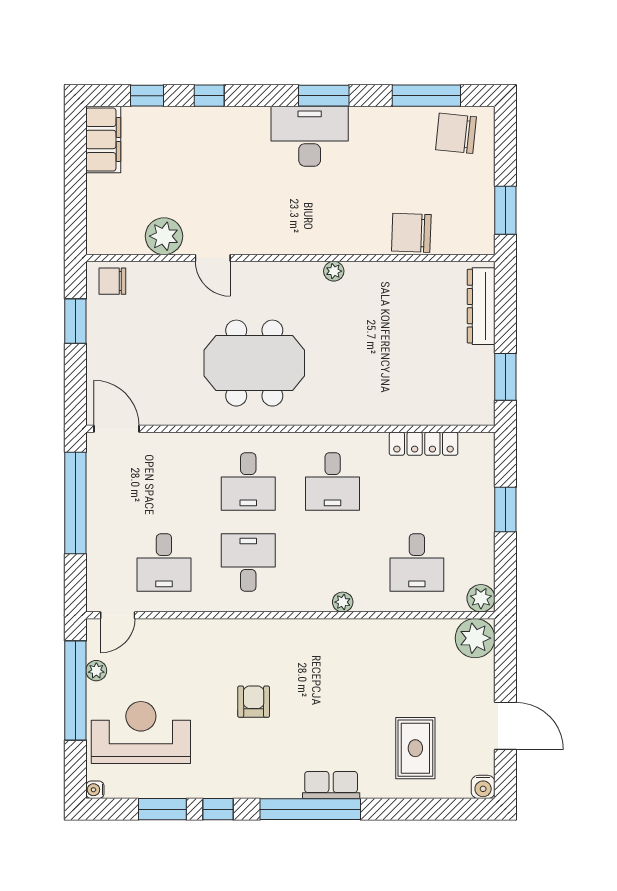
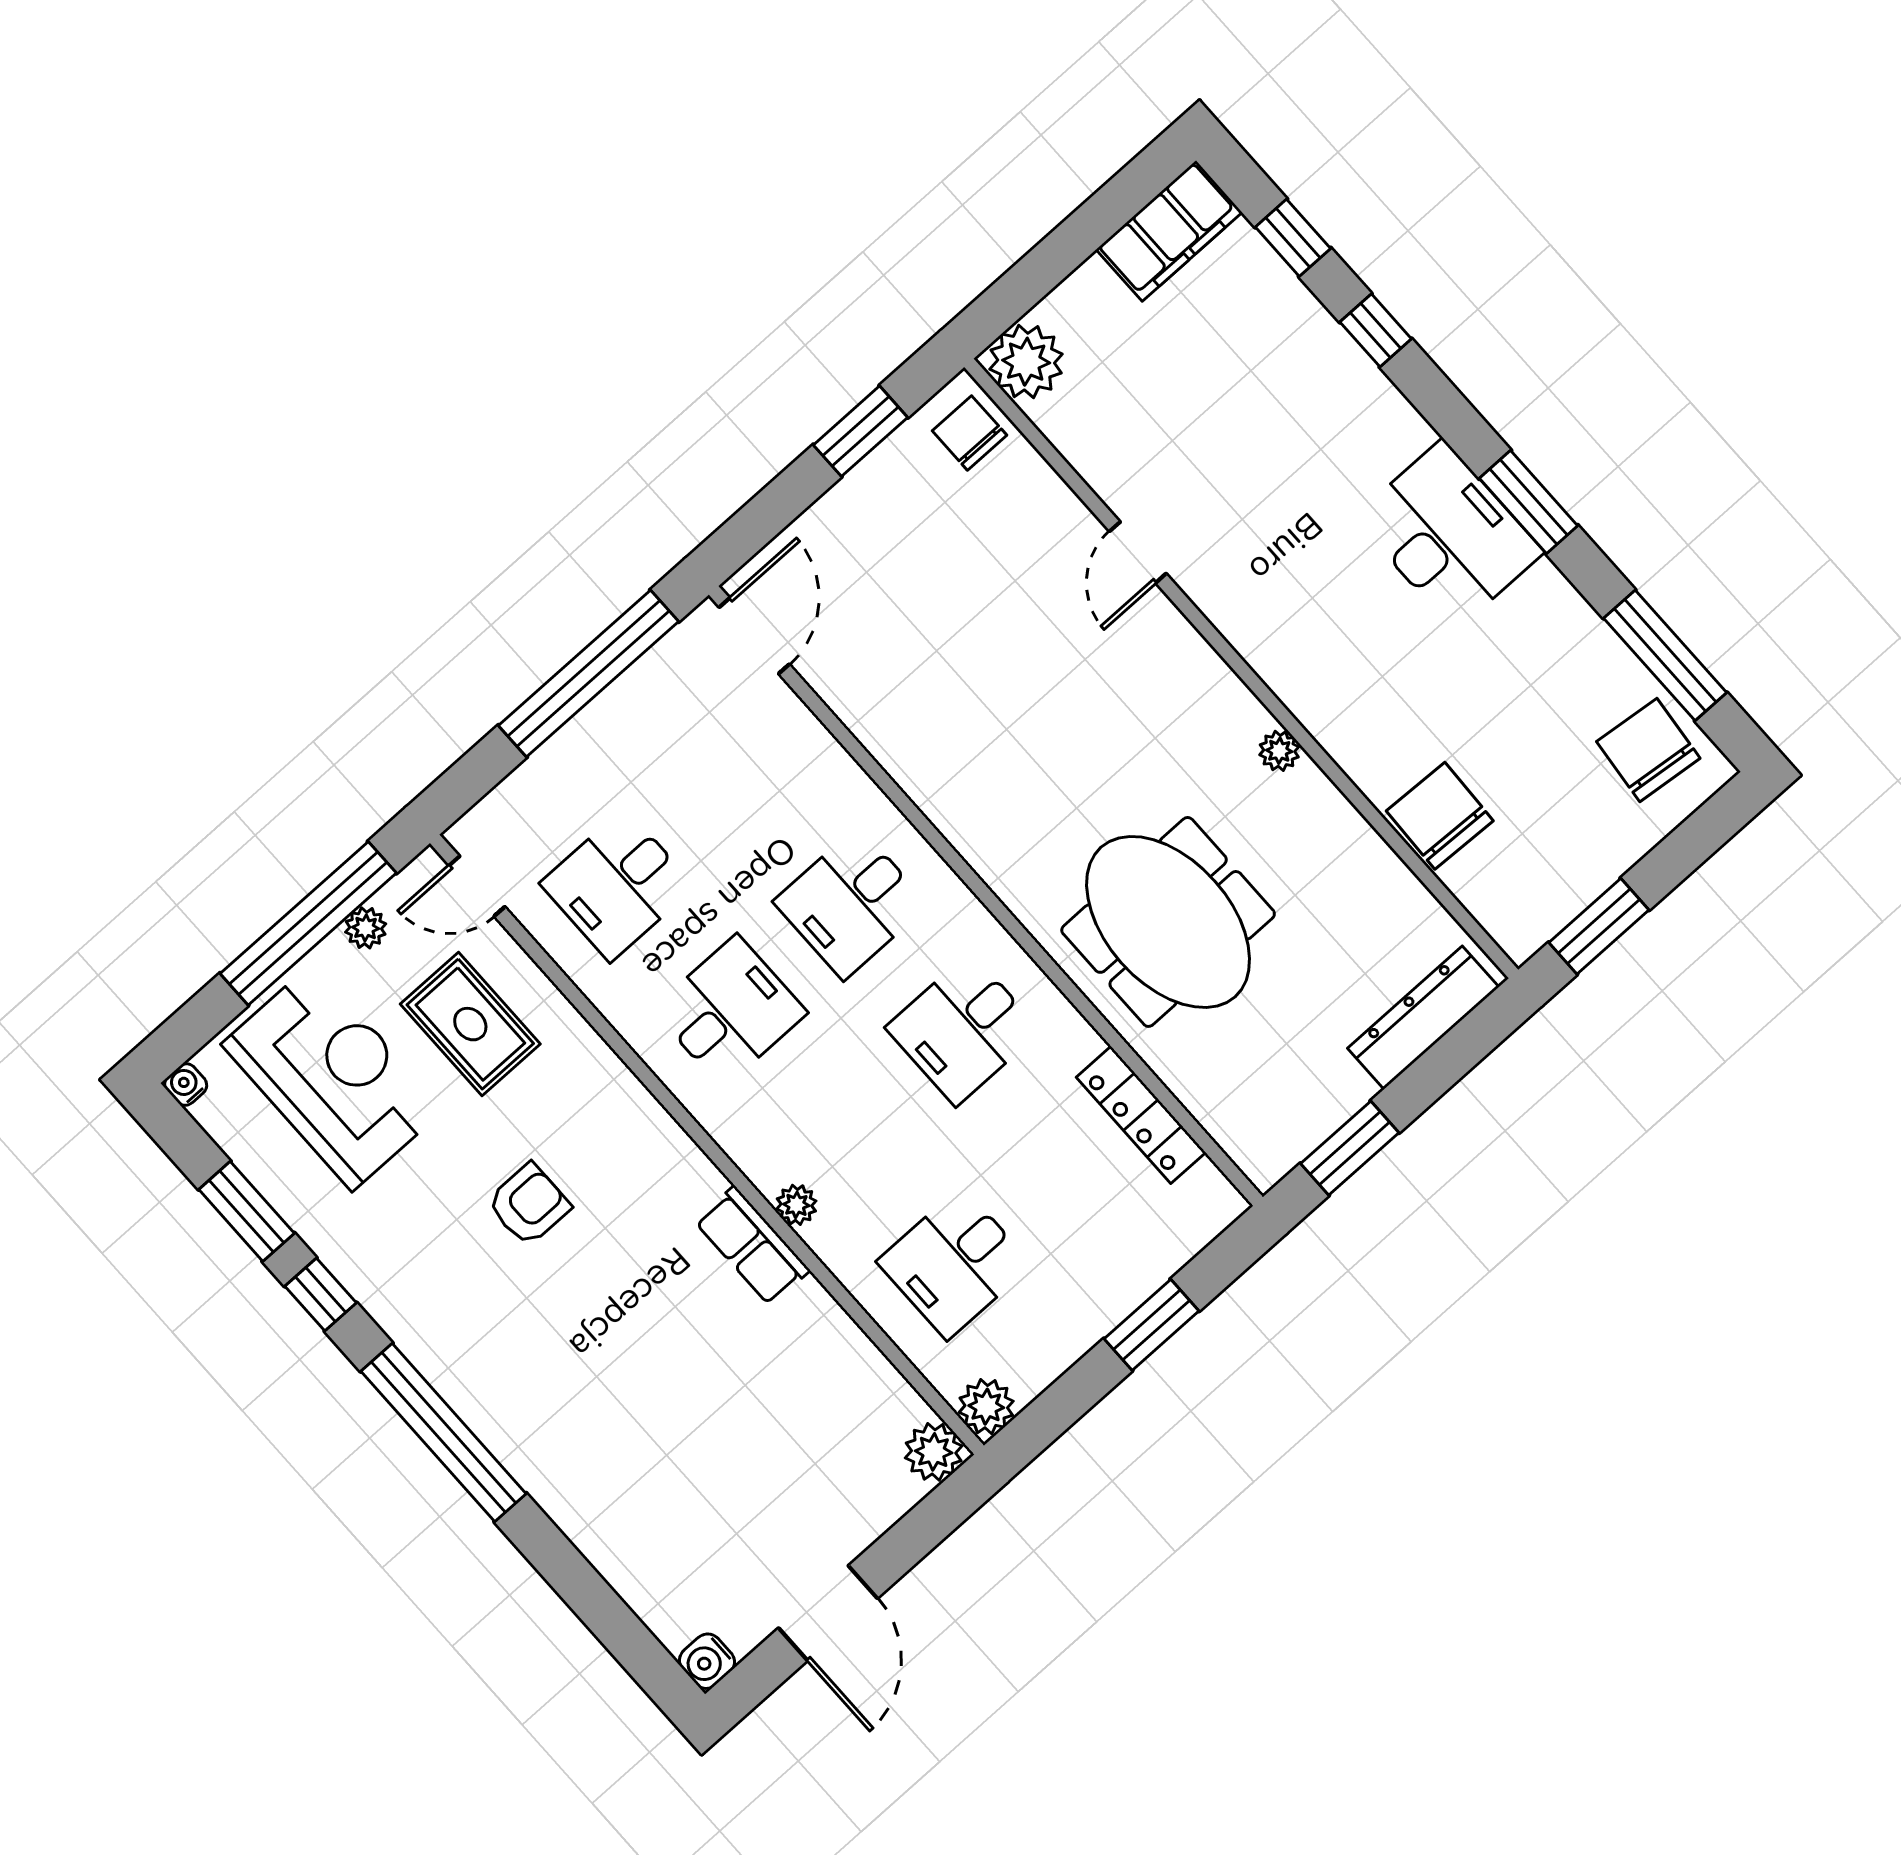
plant: (164, 236) -> (1026, 362), moved
meeting table: (254, 363) -> (1168, 922), moved
plant: (475, 638) -> (934, 1452), width x0.73, depth x0.73
rug: (415, 748) -> (470, 1024), moved, turned 90
row of seats: (331, 785) -> (752, 1246), moved, turned 180

